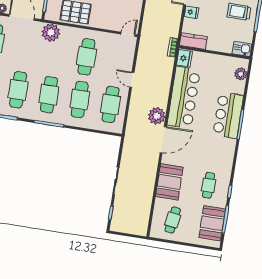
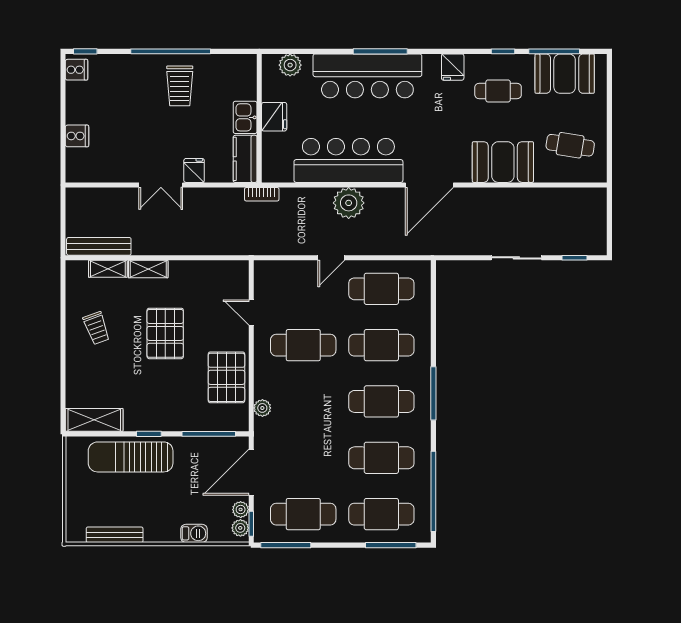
plant: (51, 32) -> (262, 408), width x0.53, depth x0.53
door: (128, 34) -> (251, 313), moved
kitchen sink: (242, 49) -> (245, 117), moved
fridge: (184, 58) -> (274, 117), moved, turned 90
bar counter: (228, 115) -> (367, 76), width x1.36
plant: (157, 116) -> (349, 203), moved
door: (163, 140) -> (429, 185), swing flipped
fridge: (226, 163) -> (453, 67), added

